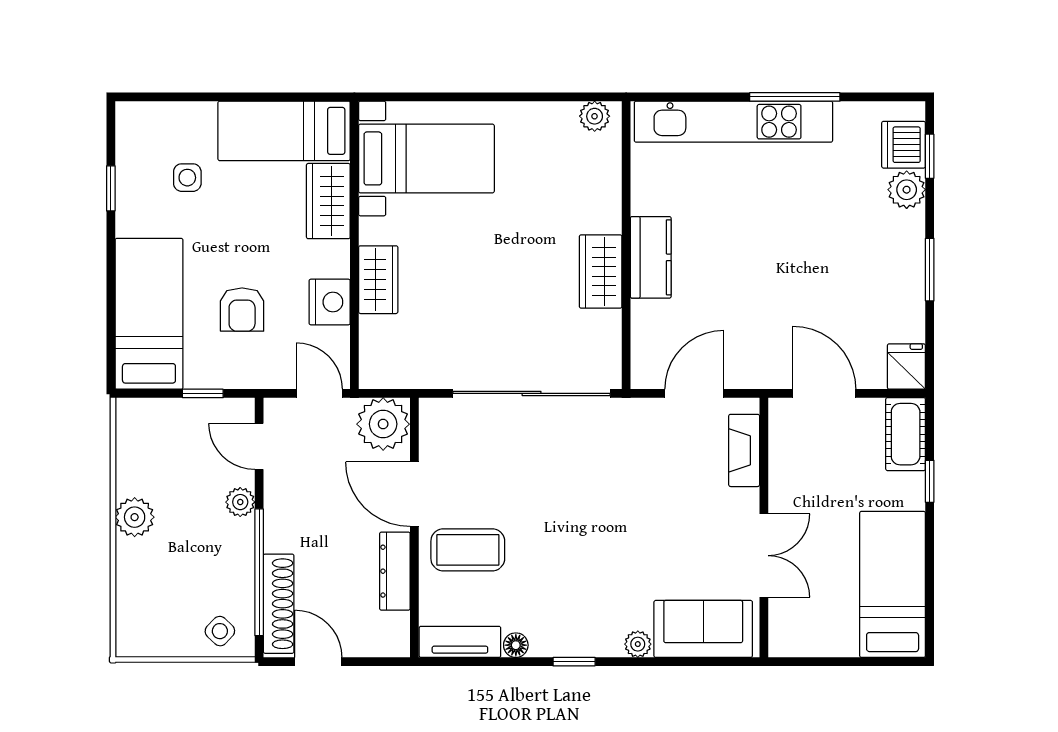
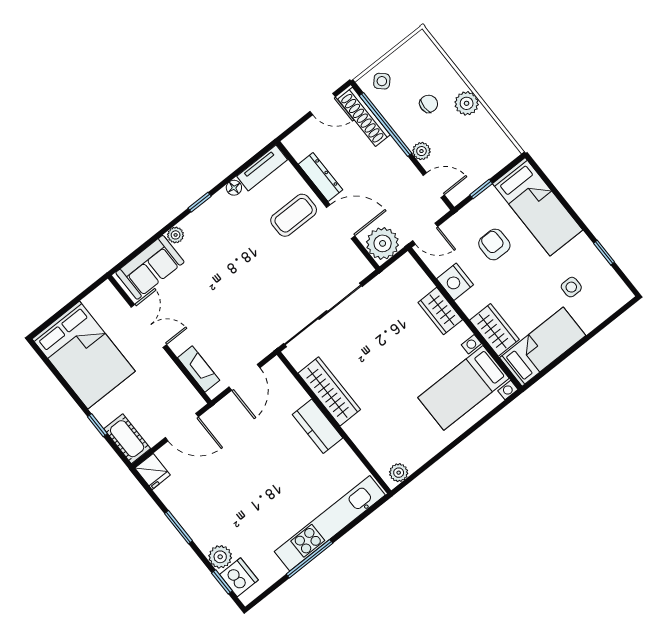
wardrobe: (601, 271) -> (329, 391), width x1.50
chair: (183, 555) -> (429, 104), added
double door: (764, 556) -> (149, 326), swing flipped
bed: (893, 584) -> (84, 355), width x1.50

